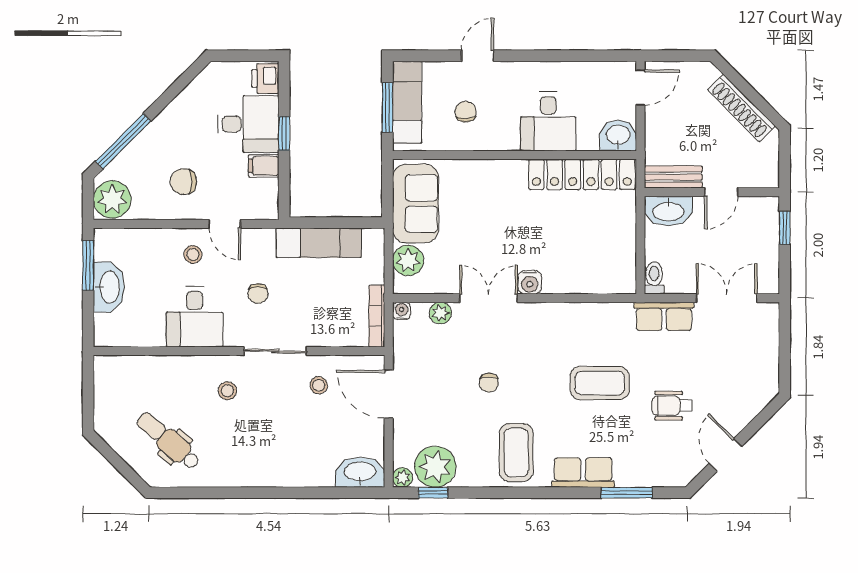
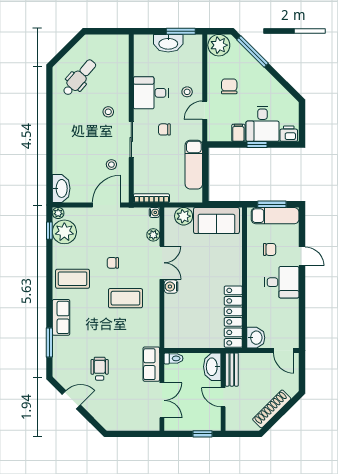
desk: (548, 121) -> (282, 282), moved, turned 180
coffee table: (600, 383) -> (125, 298), moved, turned 90

